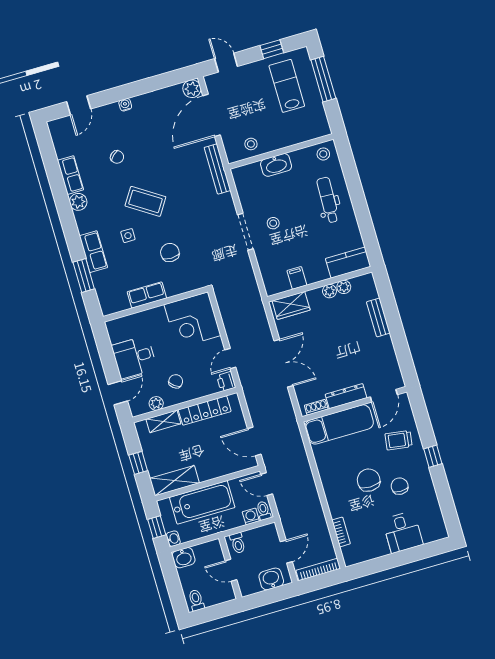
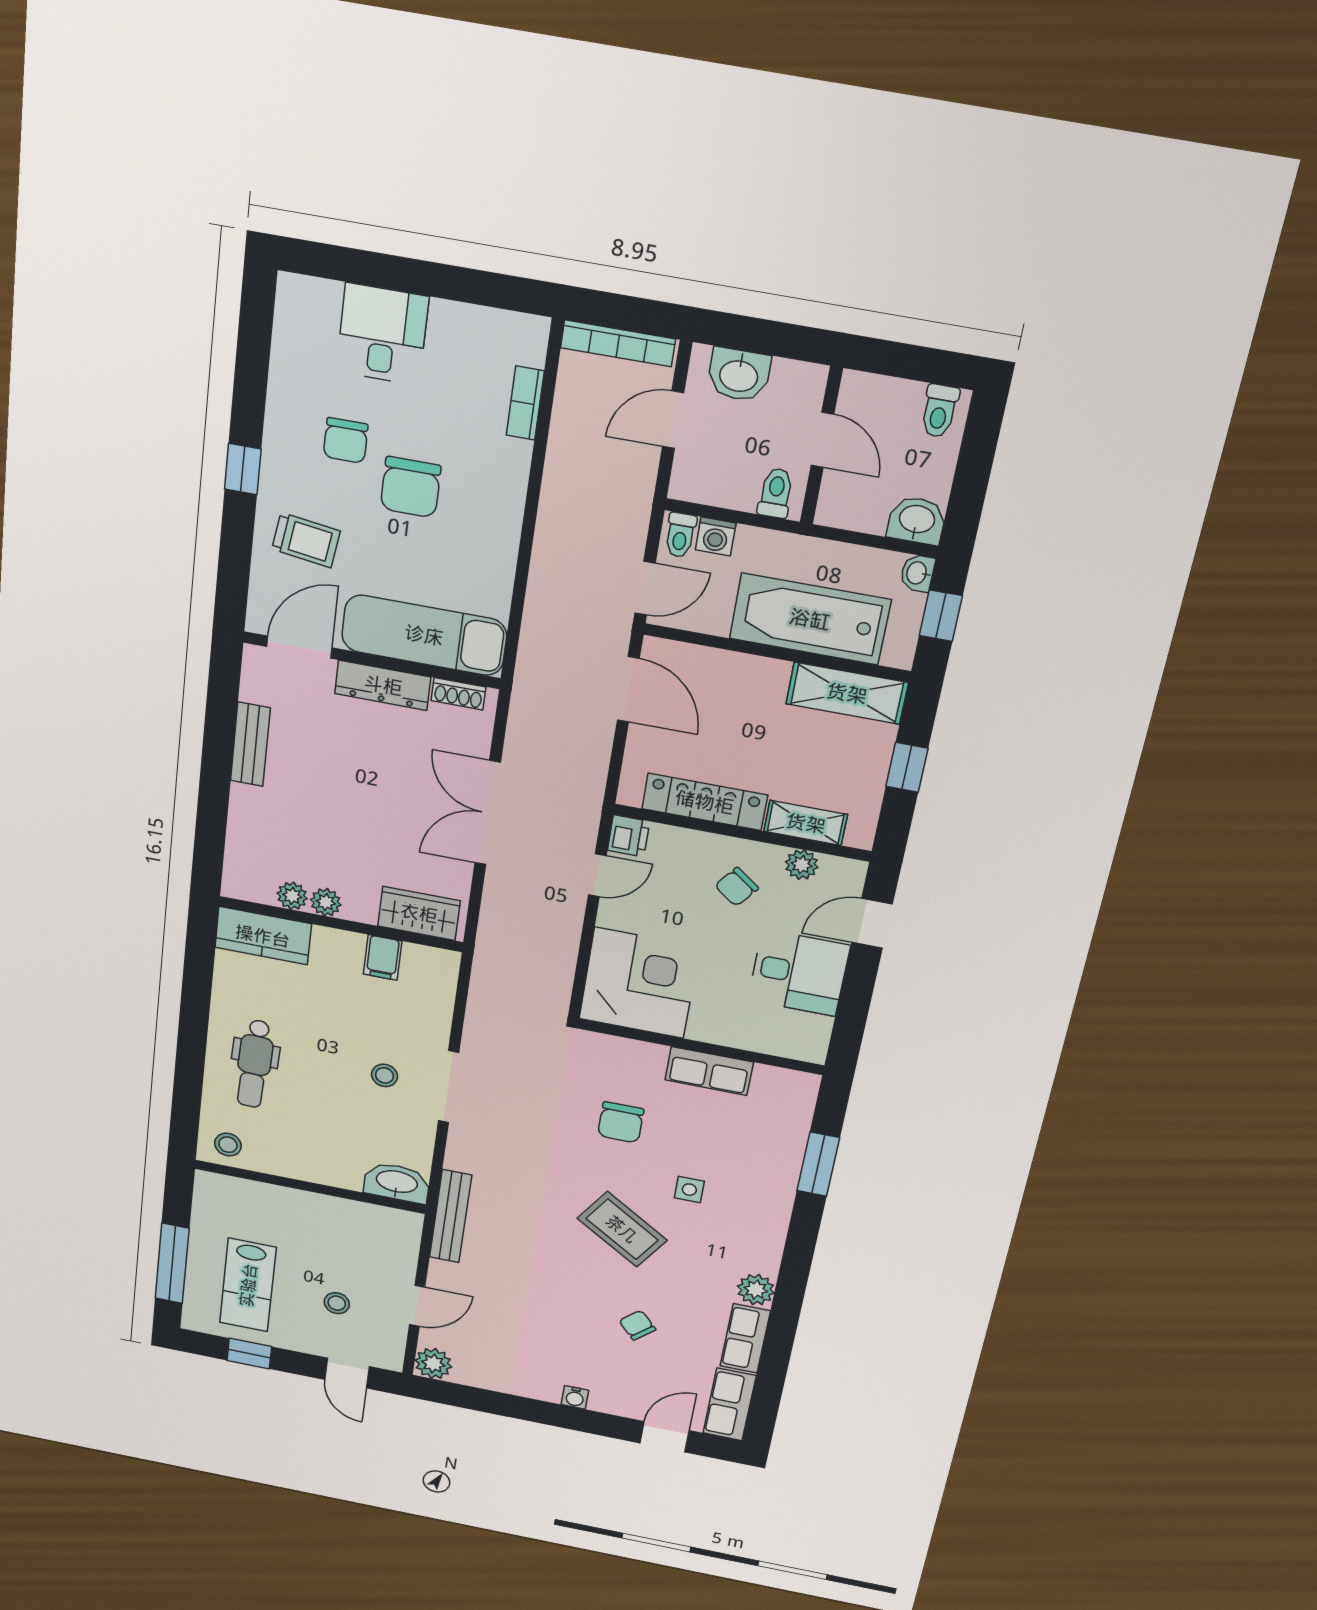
door: (212, 115) -> (417, 1306), width x0.53
stool: (251, 144) -> (337, 1303), moved
washbasin: (276, 165) -> (397, 1183), moved
row of seats: (93, 252) -> (729, 1404), moved
bench: (378, 317) -> (250, 744), moved
door: (267, 484) -> (645, 588), hinge flipped

